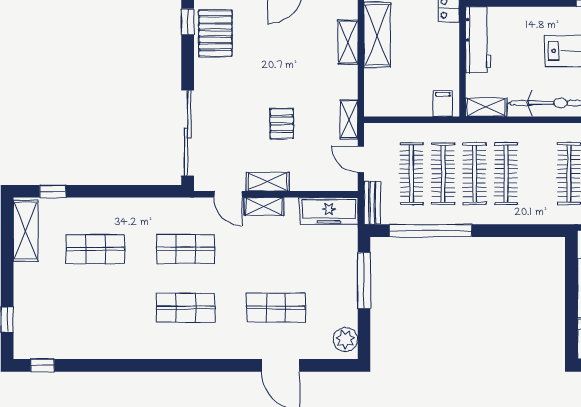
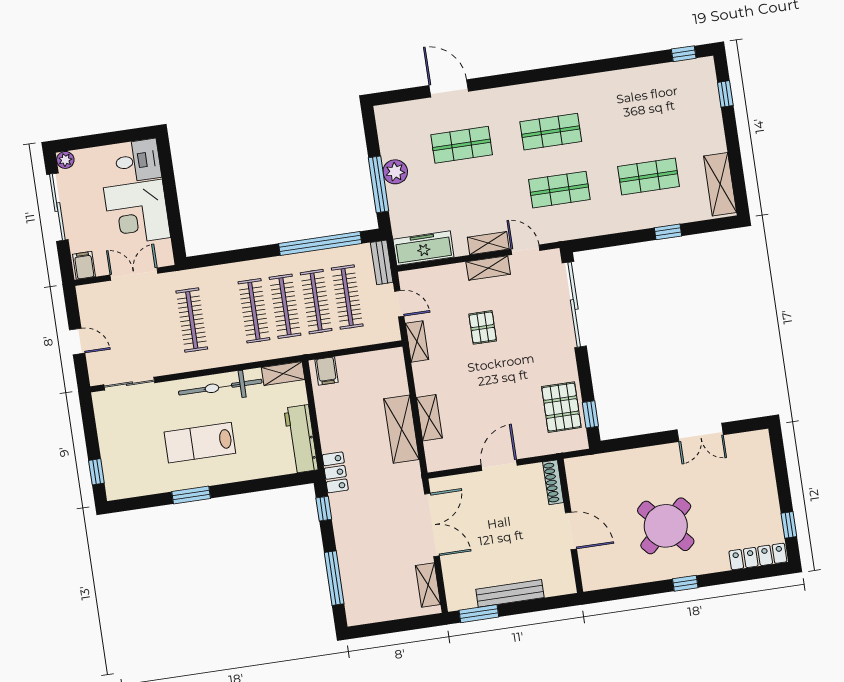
window: (53, 191) -> (668, 232), moved
plant: (346, 339) -> (395, 172), moved

